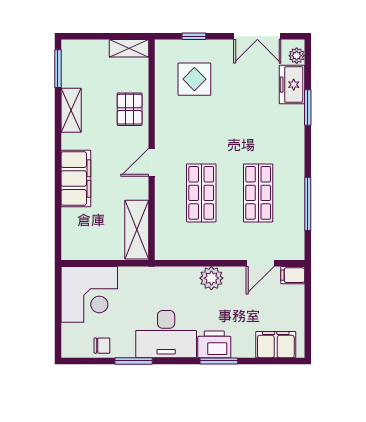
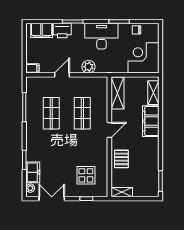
shelving: (71, 110) -> (153, 93), moved
door: (260, 263) -> (62, 75), moved
plant: (211, 278) -> (89, 67), moved
printer: (214, 344) -> (62, 31), moved

